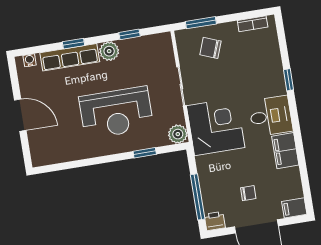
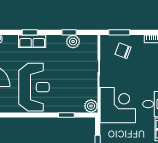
plant: (109, 51) -> (73, 42), moved
row of seats: (70, 57) -> (32, 41), width x0.68
reception desk: (116, 113) -> (34, 87), moved, turned -90

